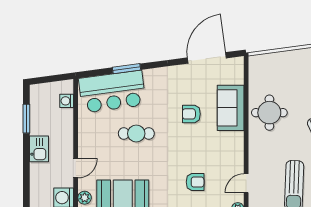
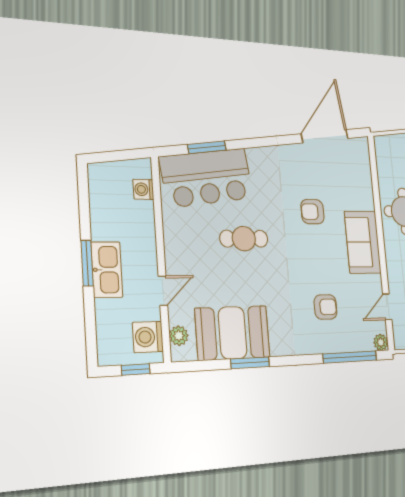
window: (127, 69) -> (207, 147), moved
sofa: (231, 108) -> (363, 242), moved
window: (26, 119) -> (87, 263), moved
kitchen sink: (39, 149) -> (107, 270), width x1.38

